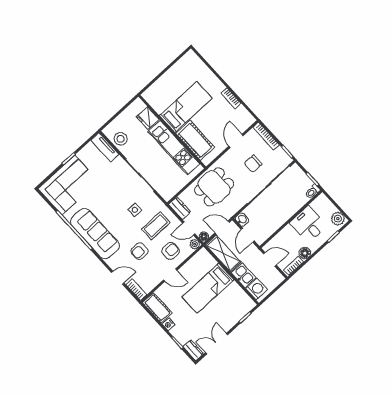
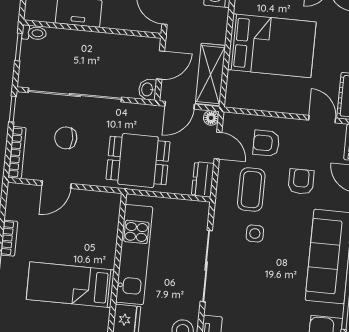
cot: (195, 140) -> (101, 236), removed
chair: (253, 164) -> (66, 138), turned 180
coffee table: (156, 226) -> (251, 190), turned 90
door: (222, 228) -> (180, 105), hinge flipped
plant: (195, 244) -> (231, 121), removed
armchair: (140, 251) -> (301, 182), turned -90
door: (170, 275) -> (322, 119), moved
kitchen sink: (244, 275) -> (215, 25), removed
bed: (208, 288) -> (272, 46), width x1.50

